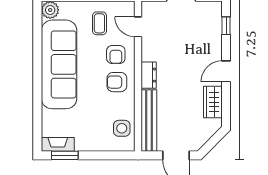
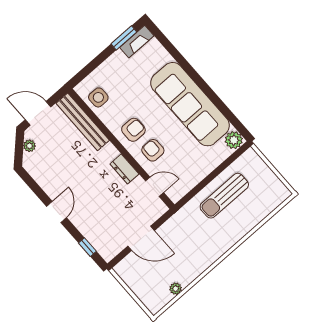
coffee table: (99, 23) -> (187, 163), removed
dresser: (149, 75) -> (124, 169), moved
wardrobe: (213, 102) -> (46, 179), removed
plant: (203, 137) -> (29, 146), added

